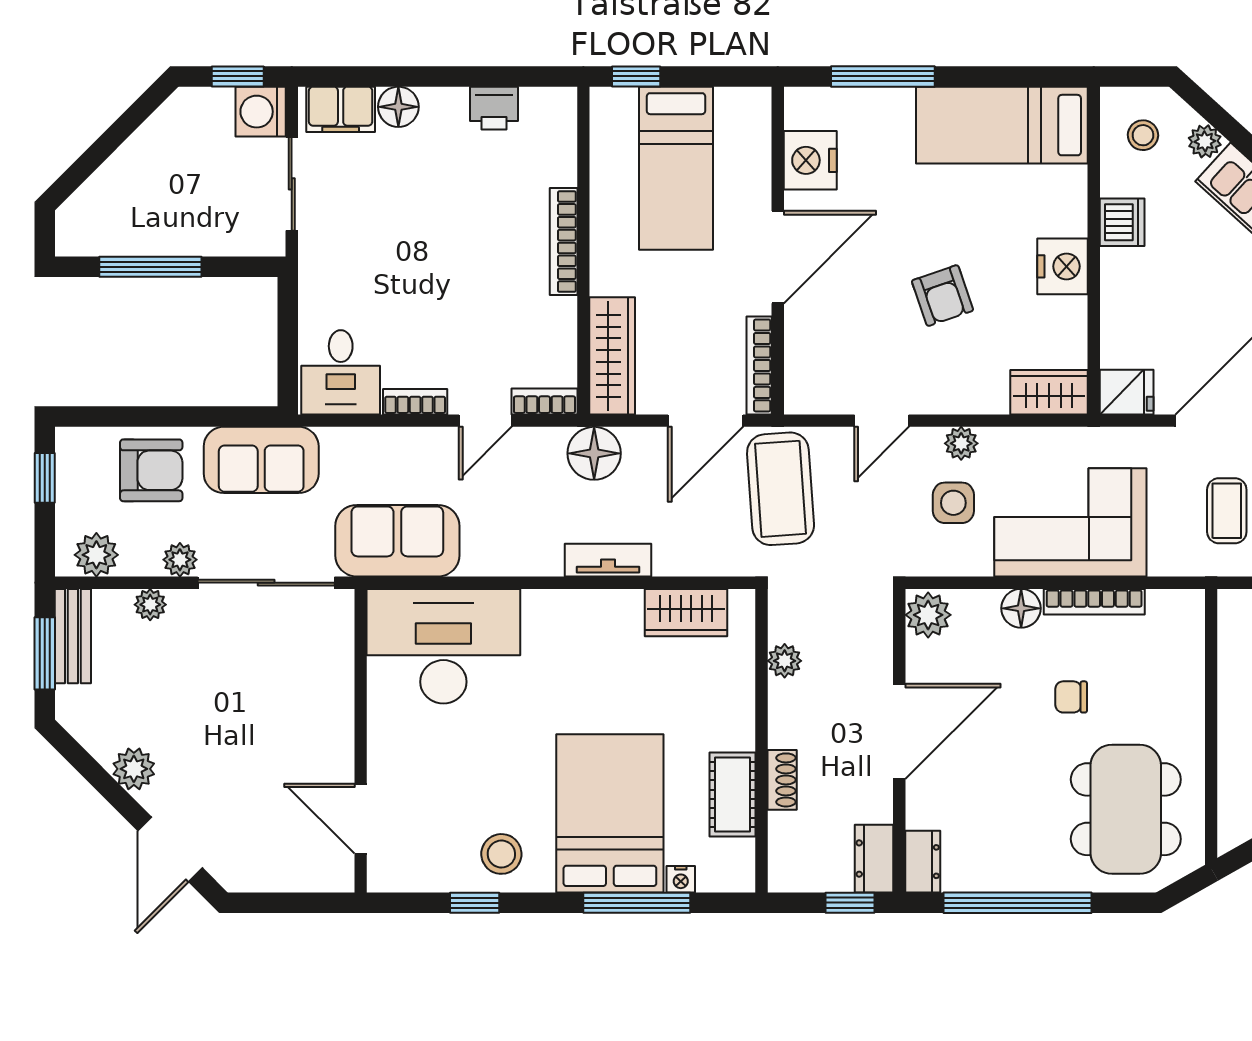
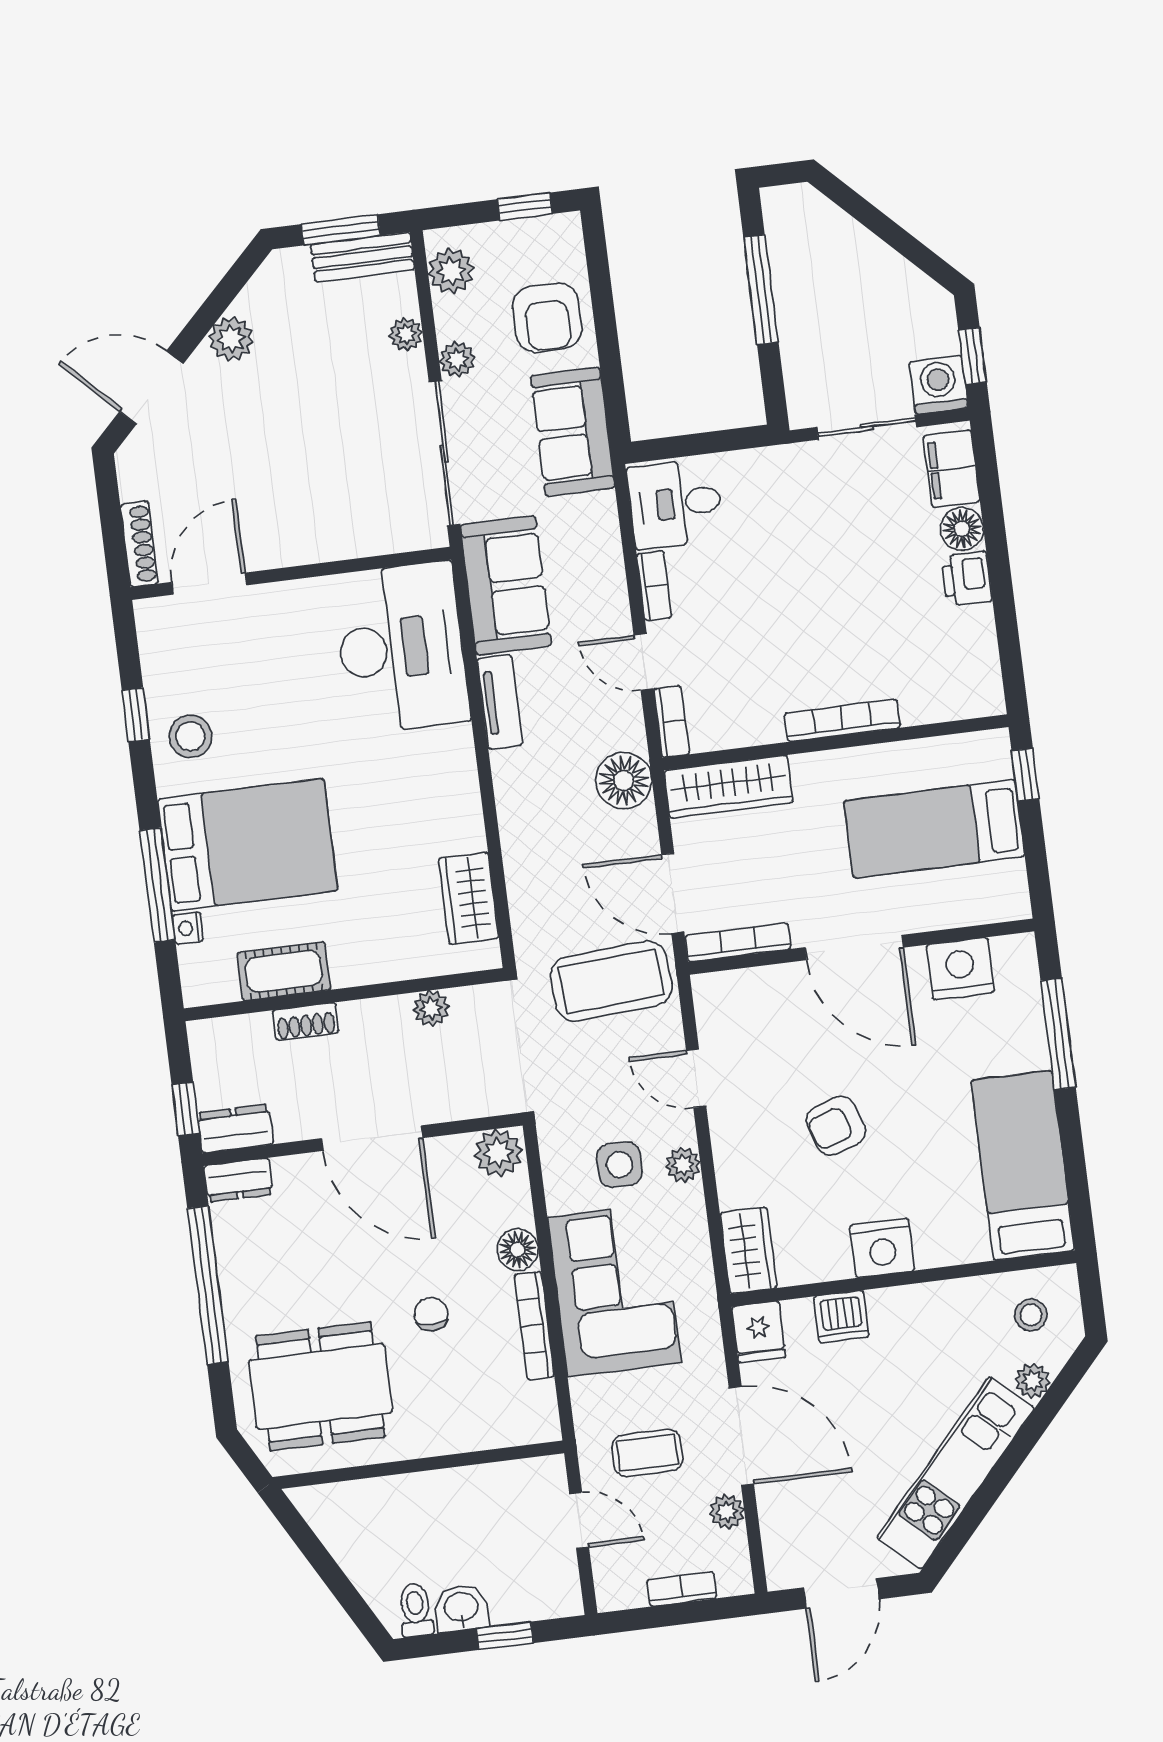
printer: (494, 108) -> (967, 579), moved
dishwasher: (1122, 222) -> (841, 1317), moved
tv unit: (608, 560) -> (500, 702), moved
shoe rack: (315, 879) -> (139, 544), added

